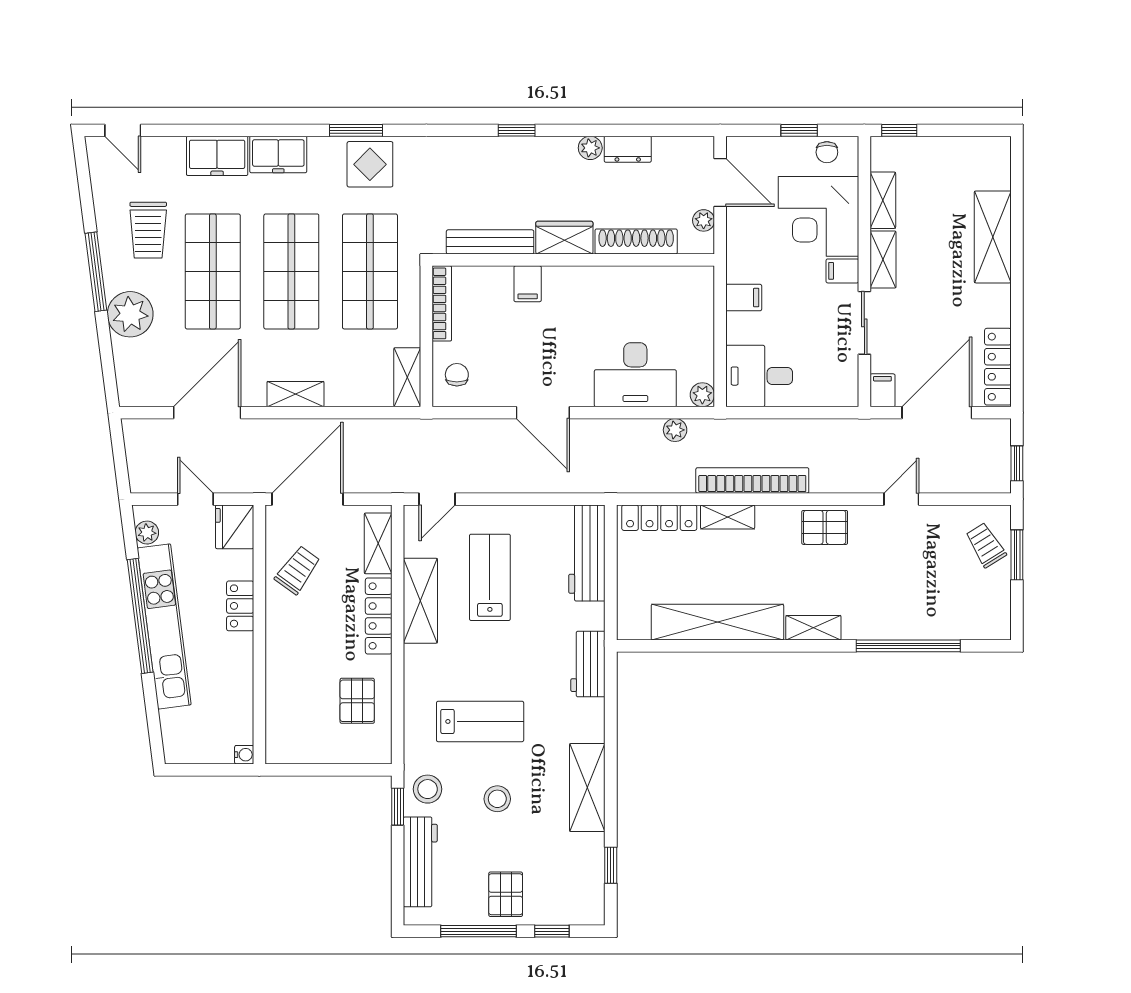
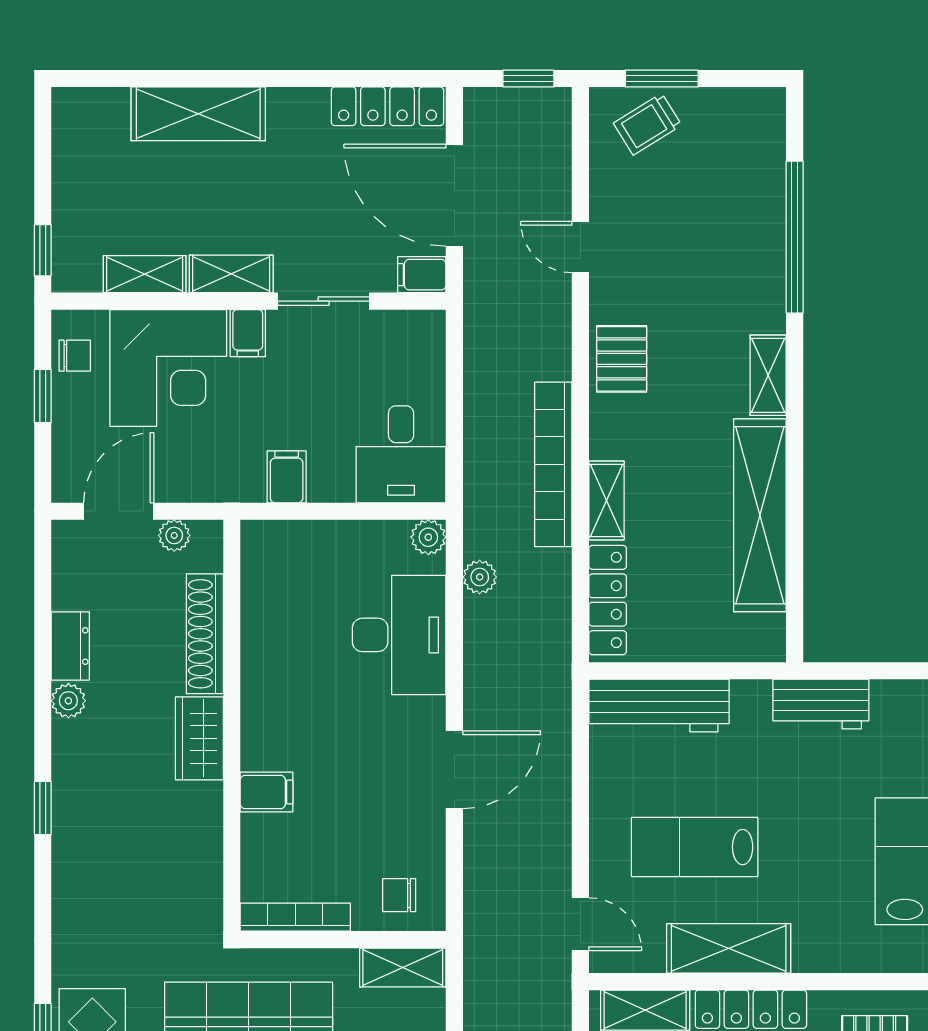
bench: (490, 242) -> (206, 847), removed

